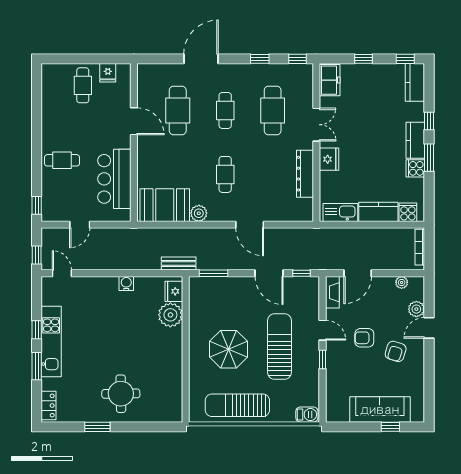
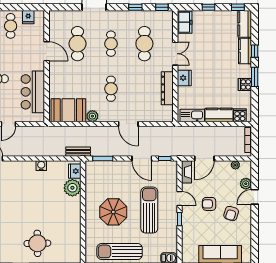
kitchen counter: (415, 140) -> (245, 51), moved

